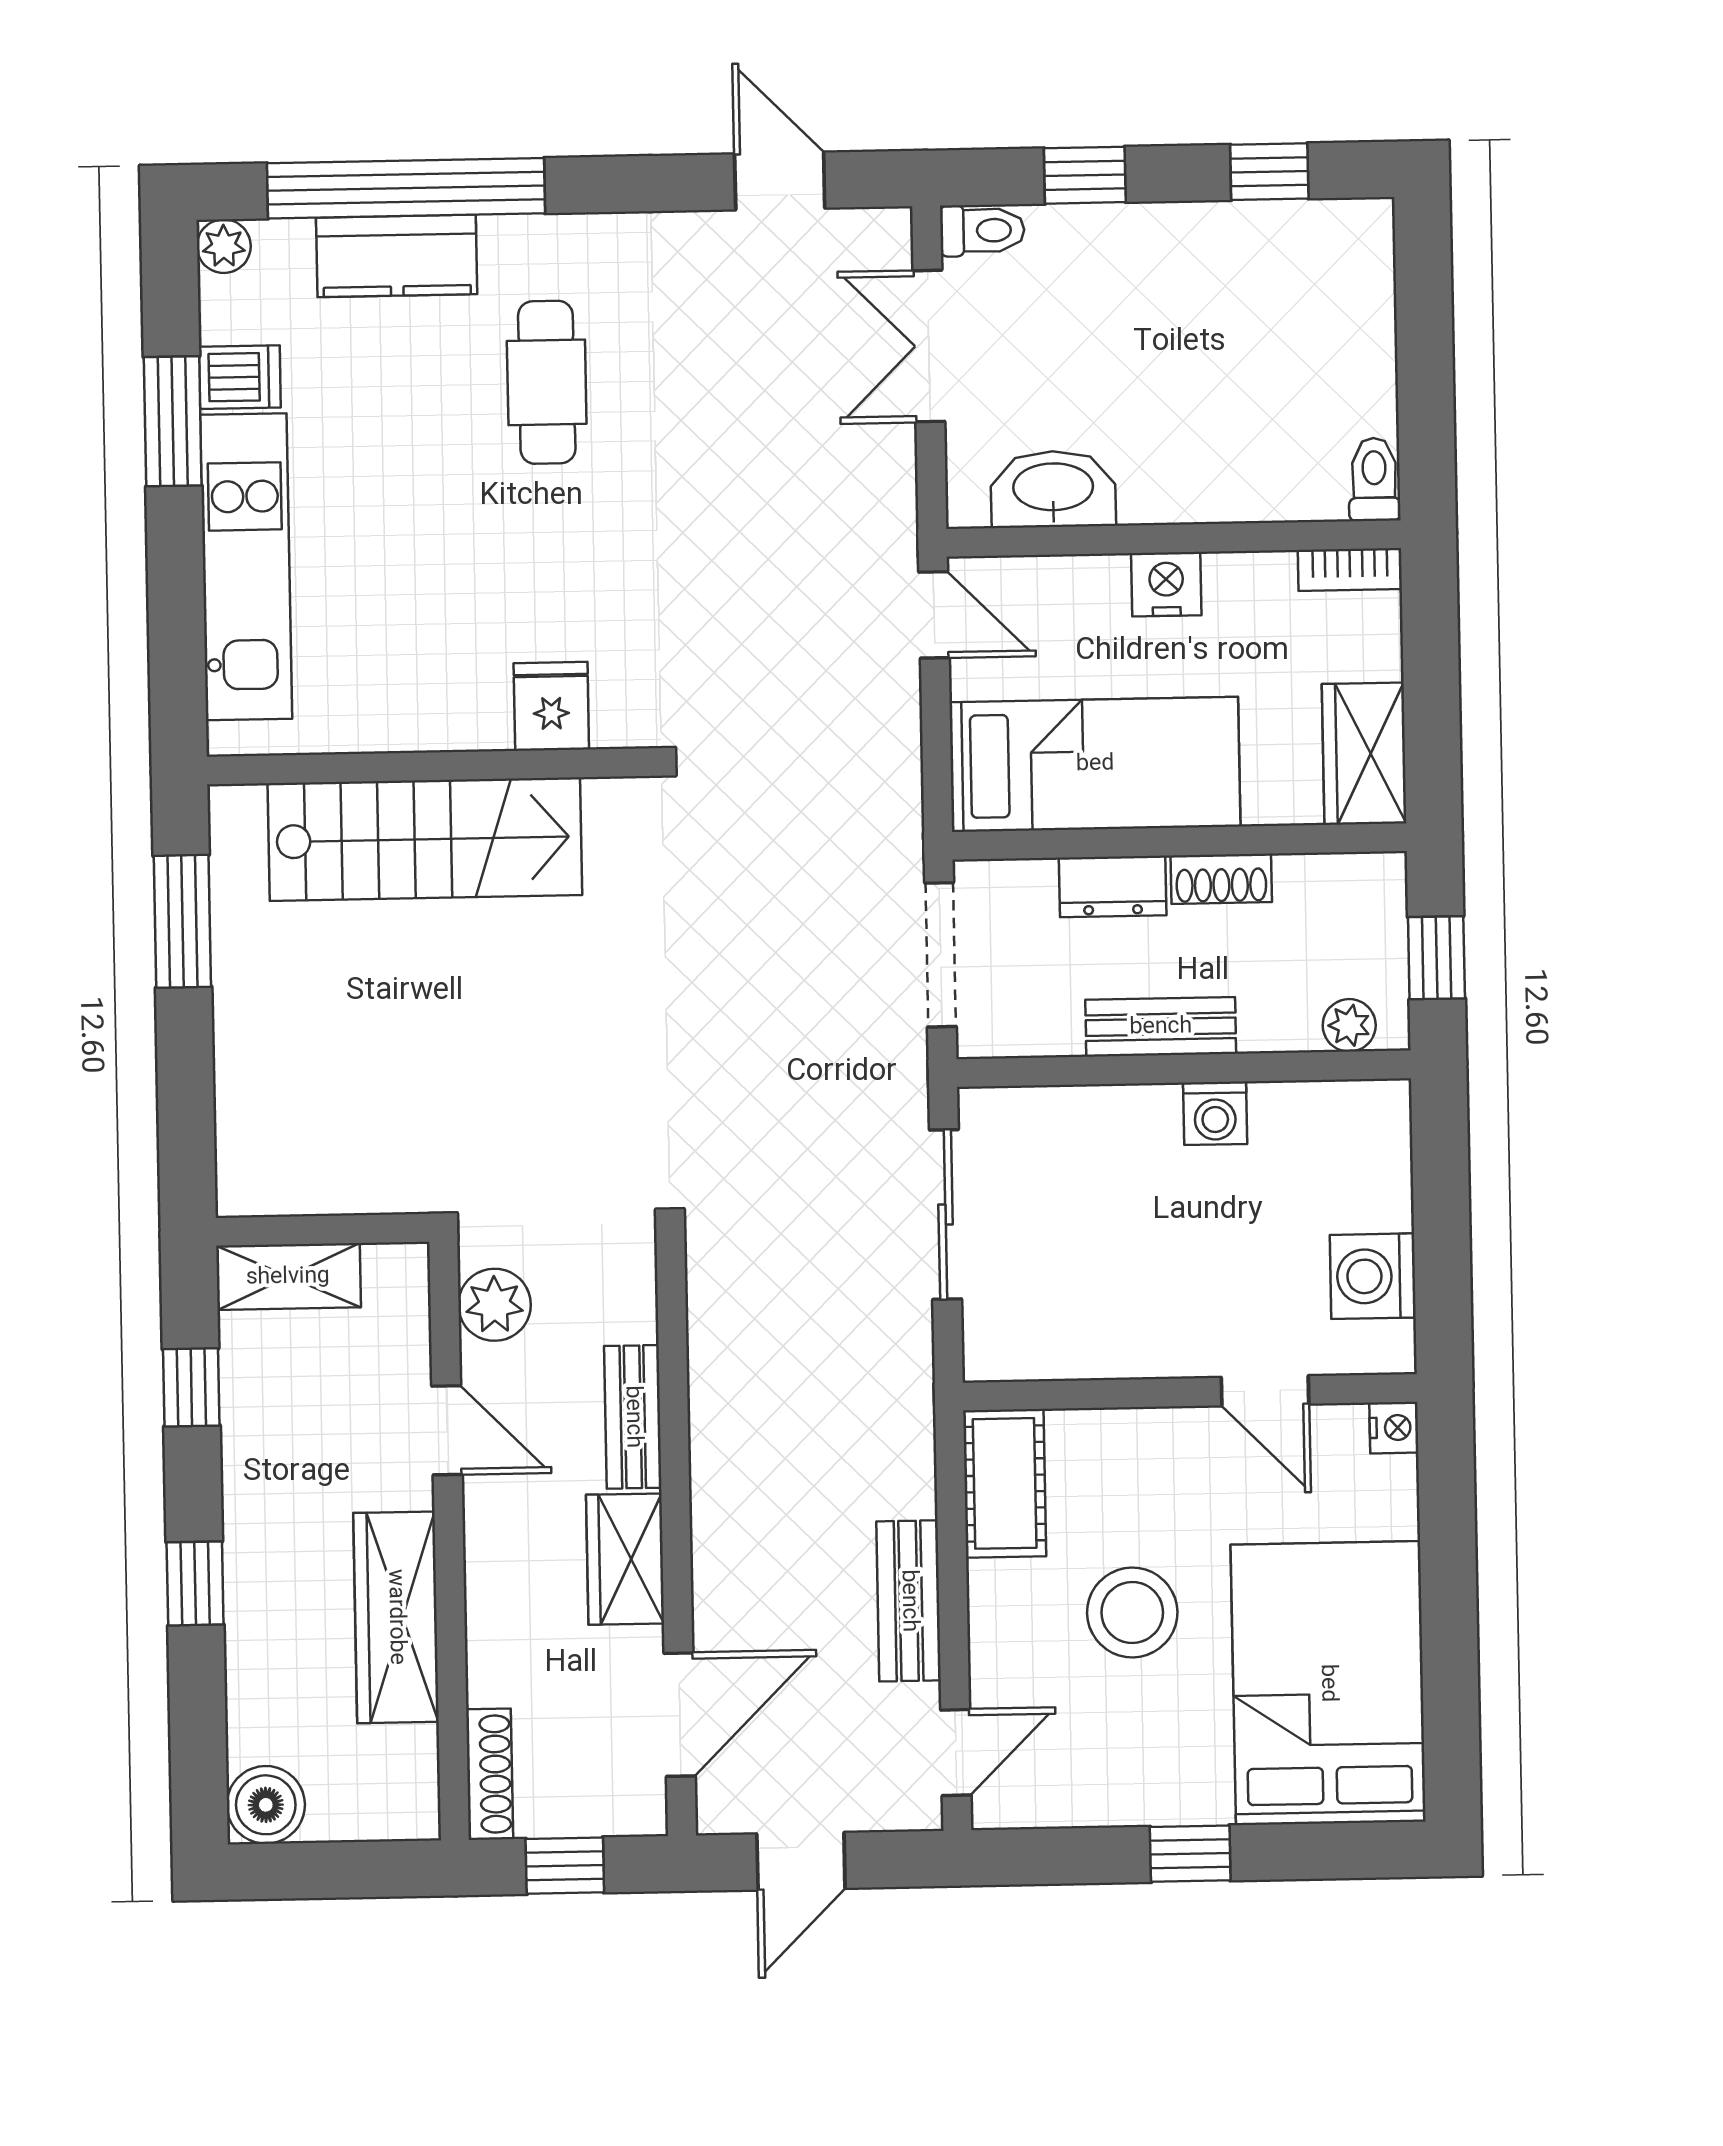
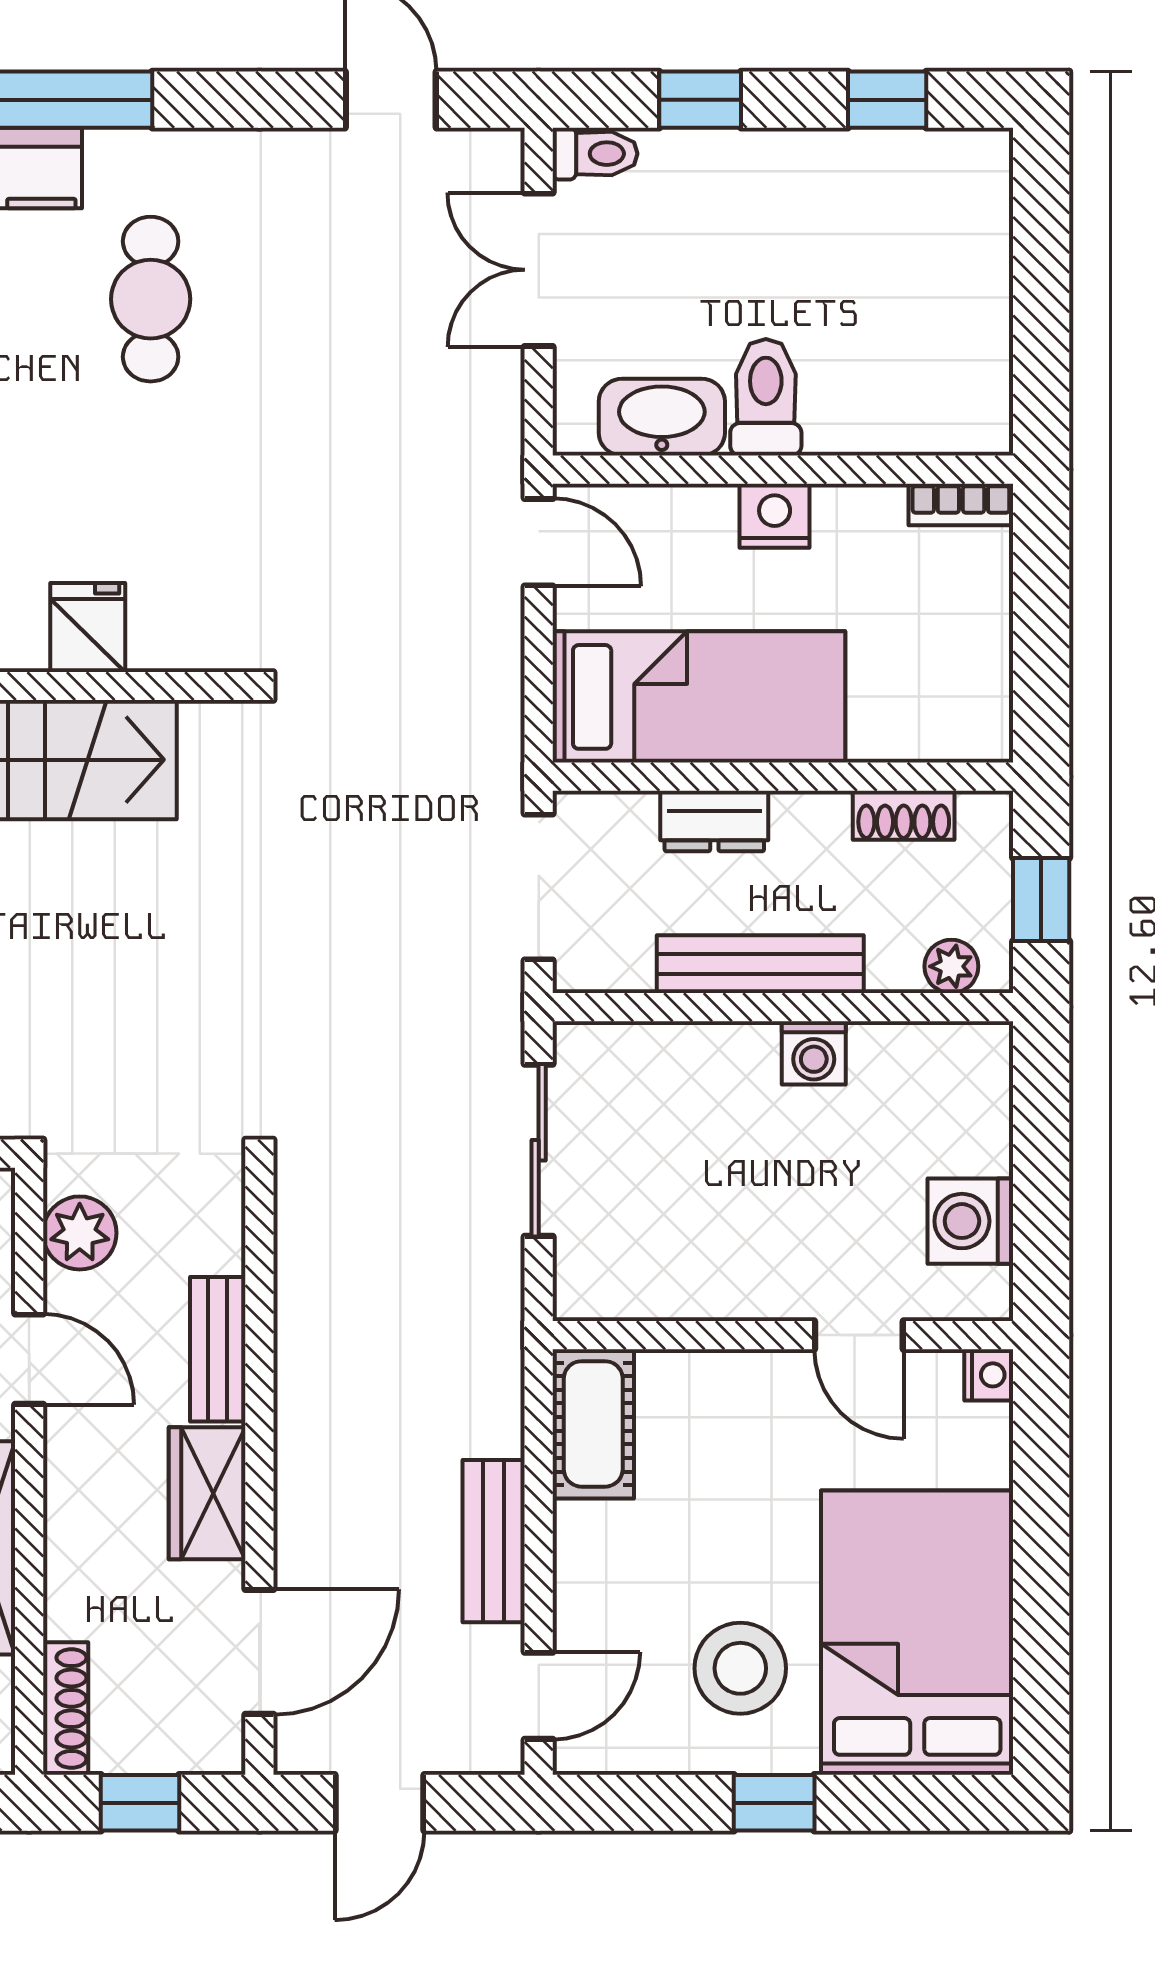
toilet: (1374, 479) -> (766, 397), moved, width x1.37, depth x1.39
fridge: (551, 706) -> (88, 627), moved
wardrobe: (1364, 754) -> (972, 691), removed
shoe rack: (1221, 879) -> (904, 815), moved
bench: (1161, 1027) -> (760, 964), width x1.36
stool: (1132, 1613) -> (740, 1668), moved

